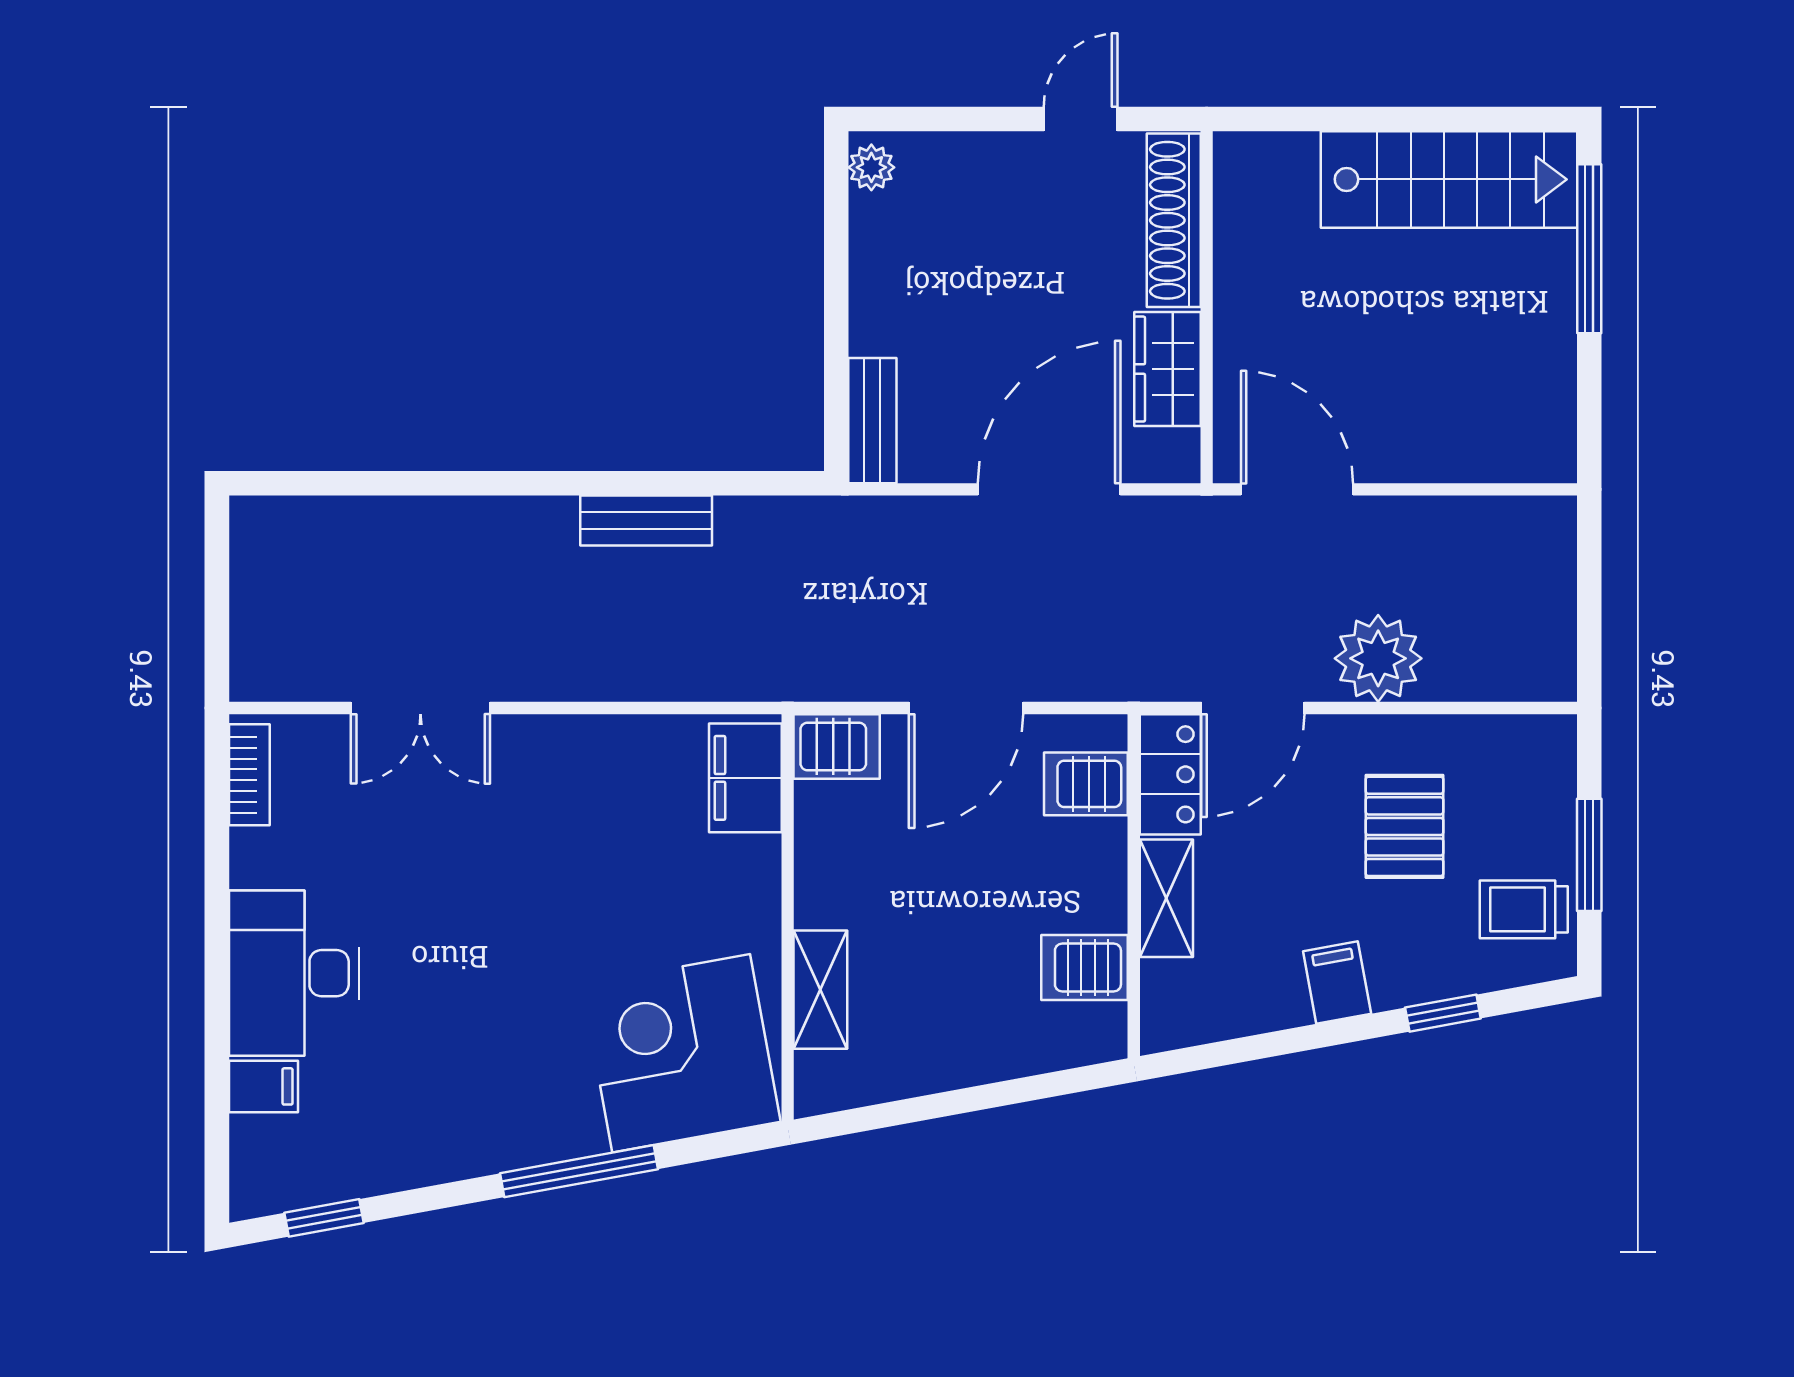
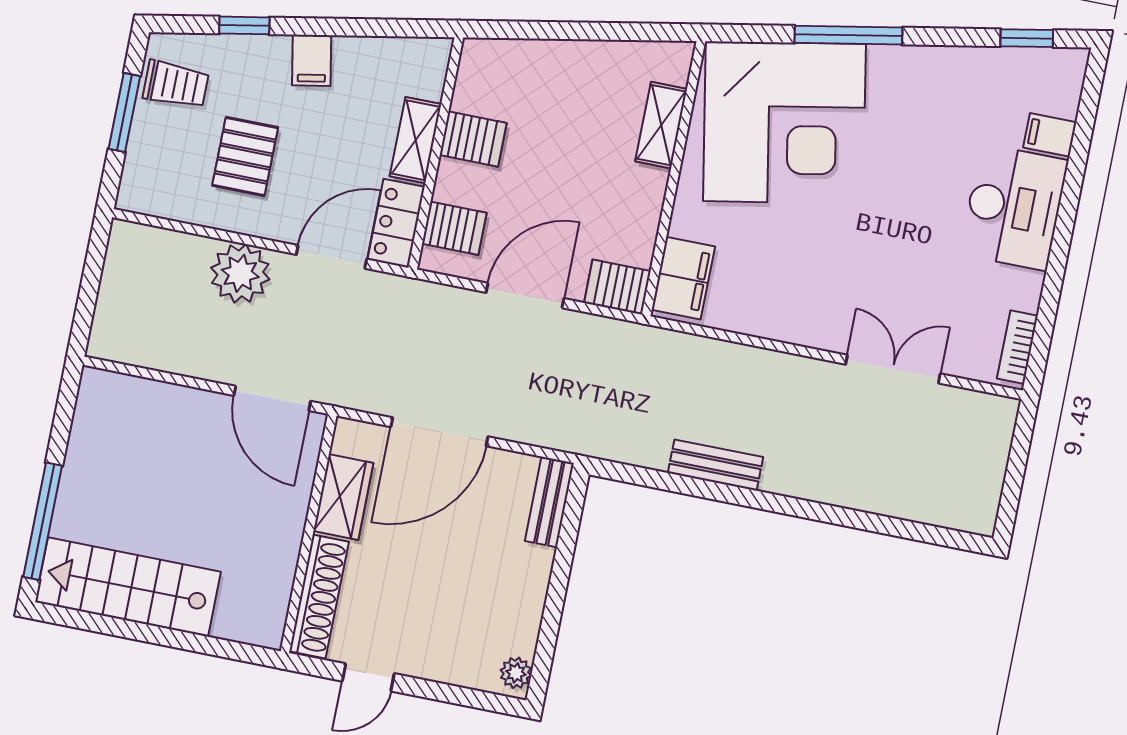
server rack: (1084, 967) -> (473, 139), moved
corner desk: (681, 1053) -> (785, 123), width x1.36, depth x1.36

